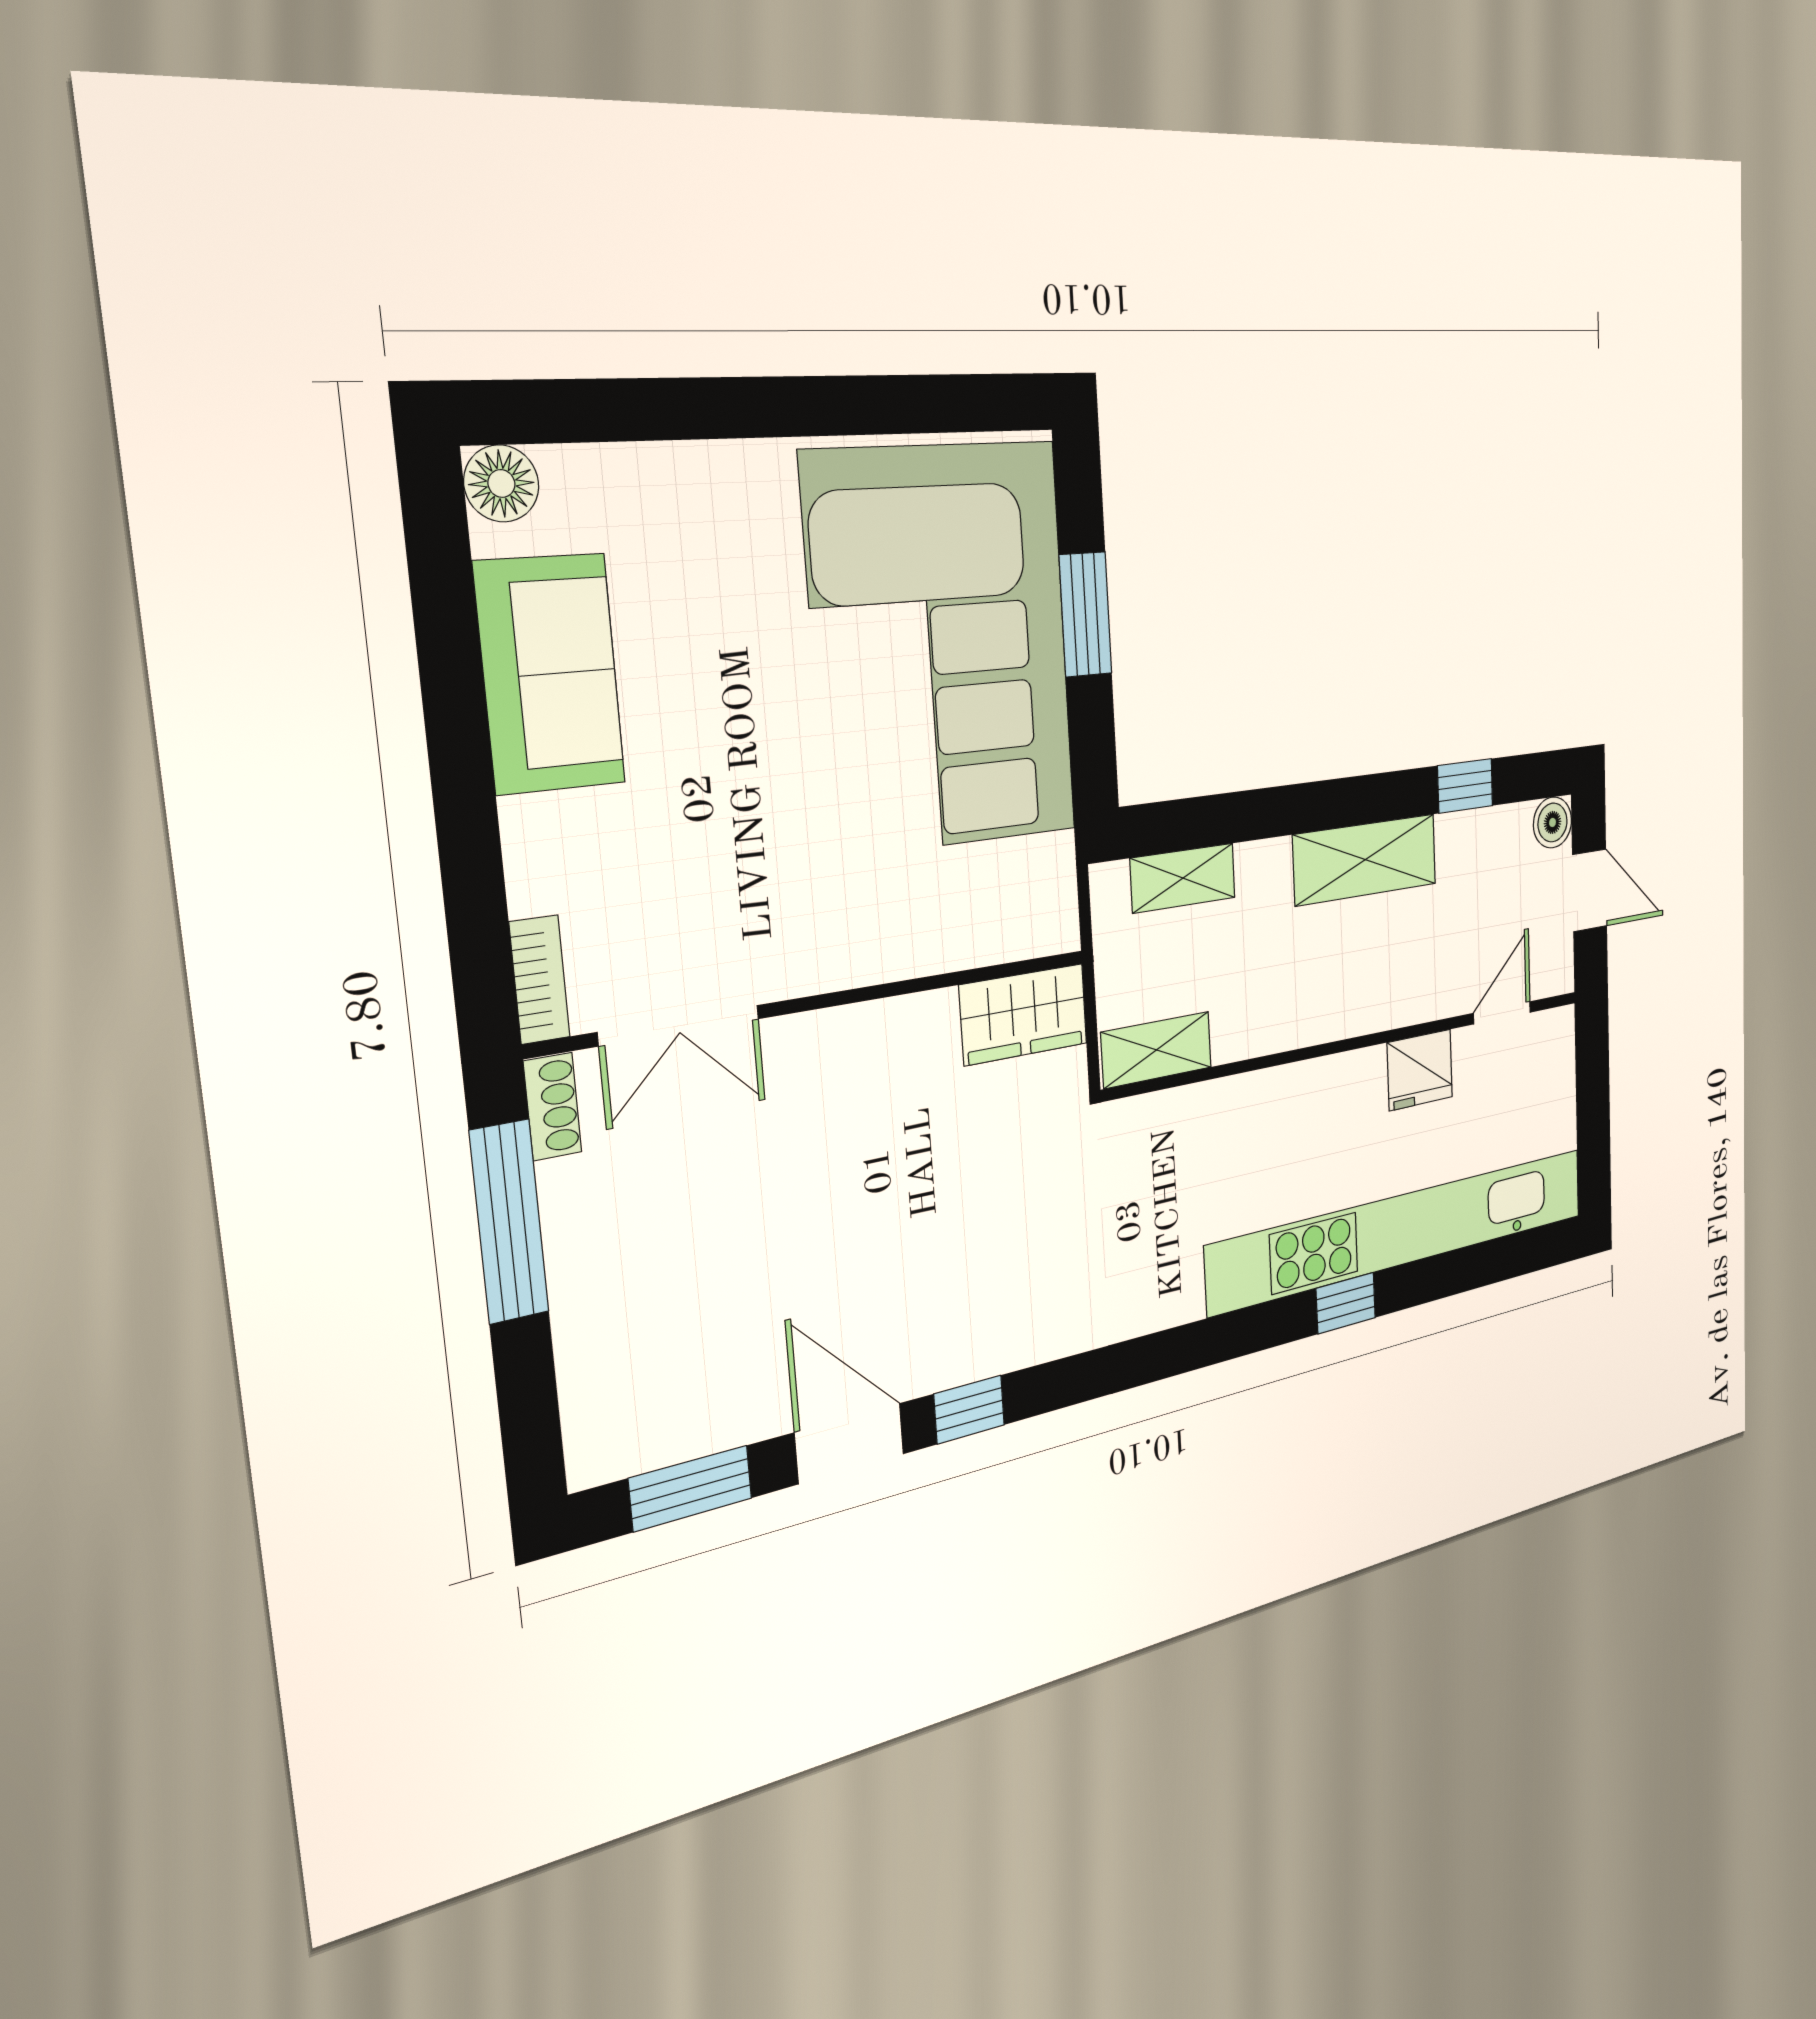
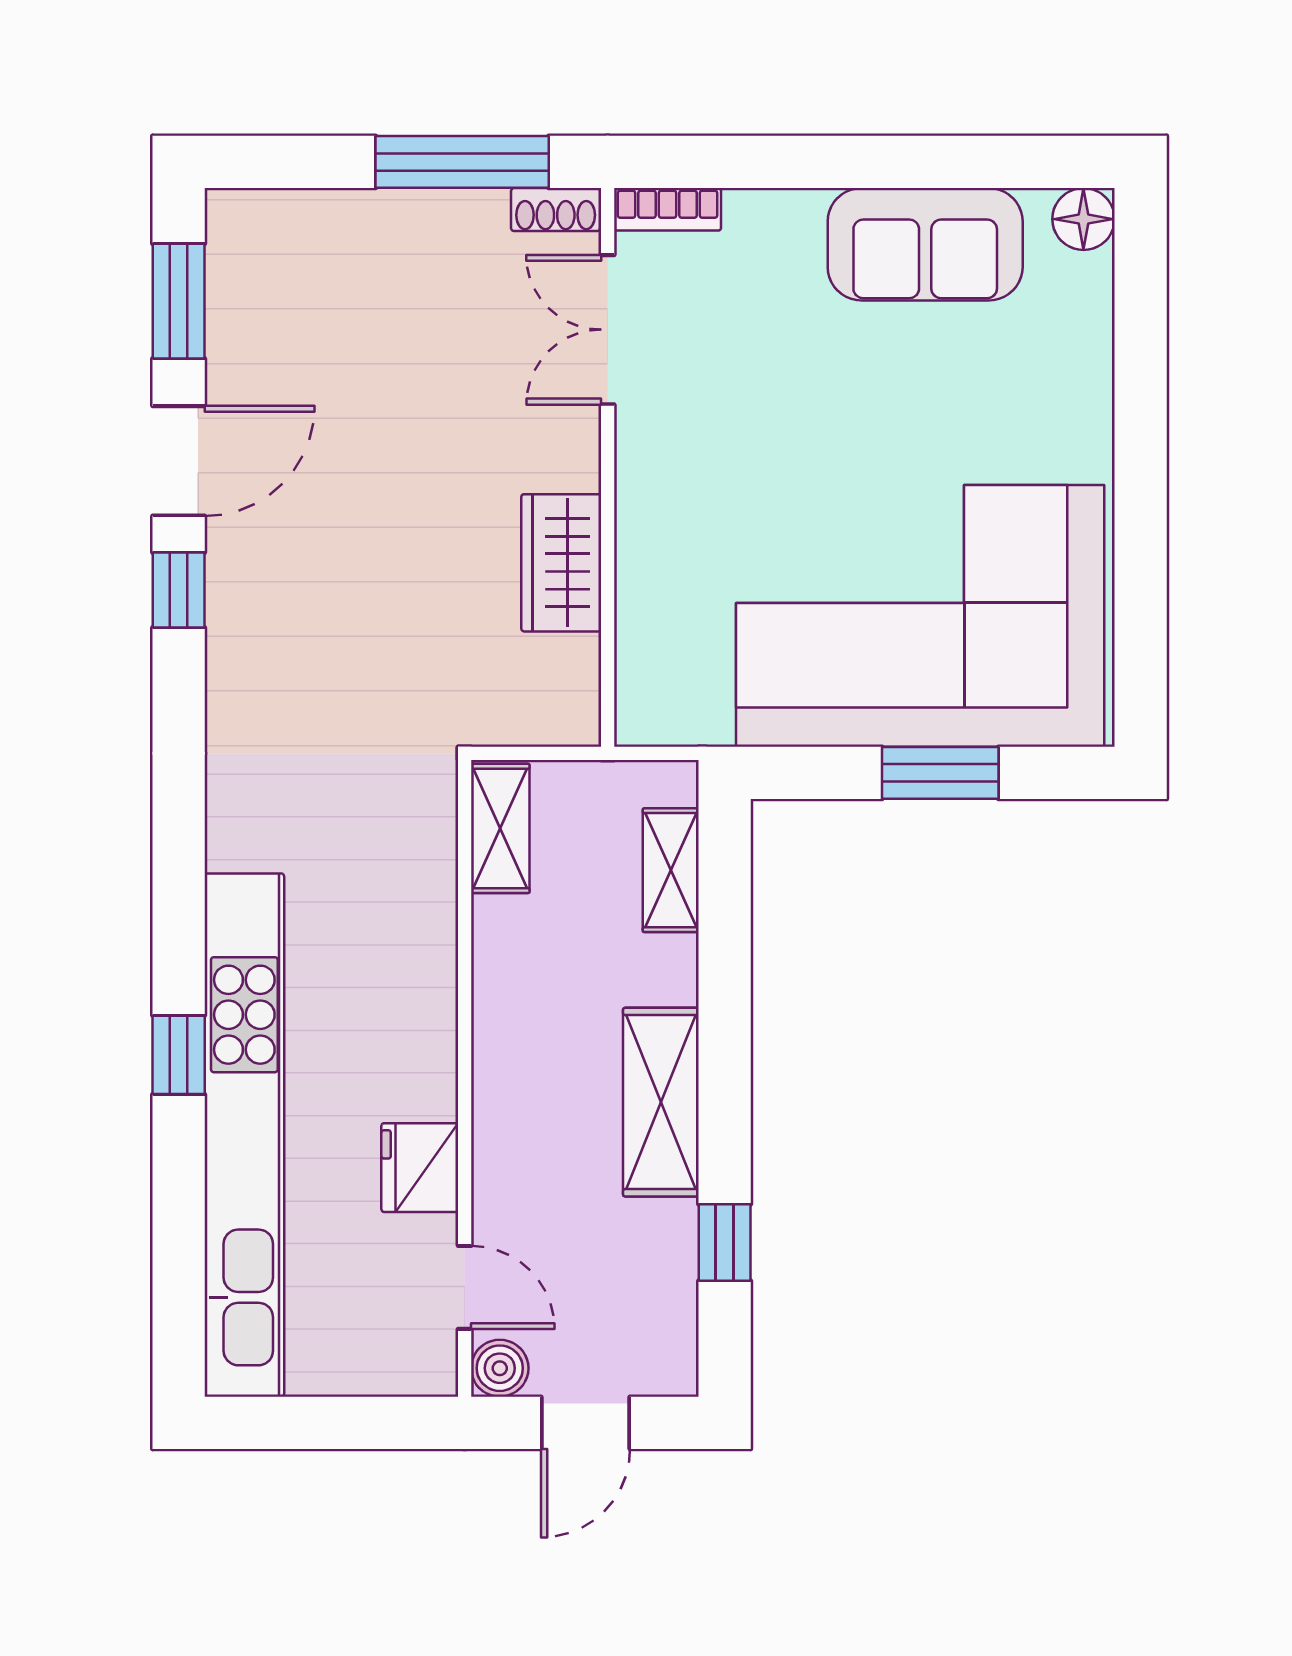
boiler: (1553, 822) -> (500, 1368), moved
wardrobe: (1024, 1014) -> (561, 563), moved

